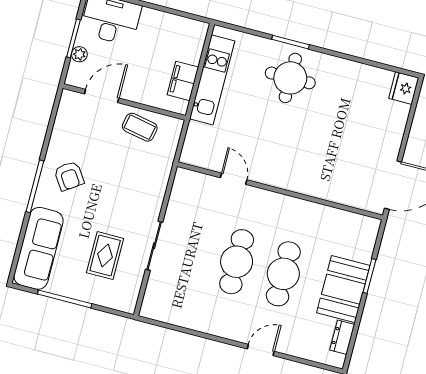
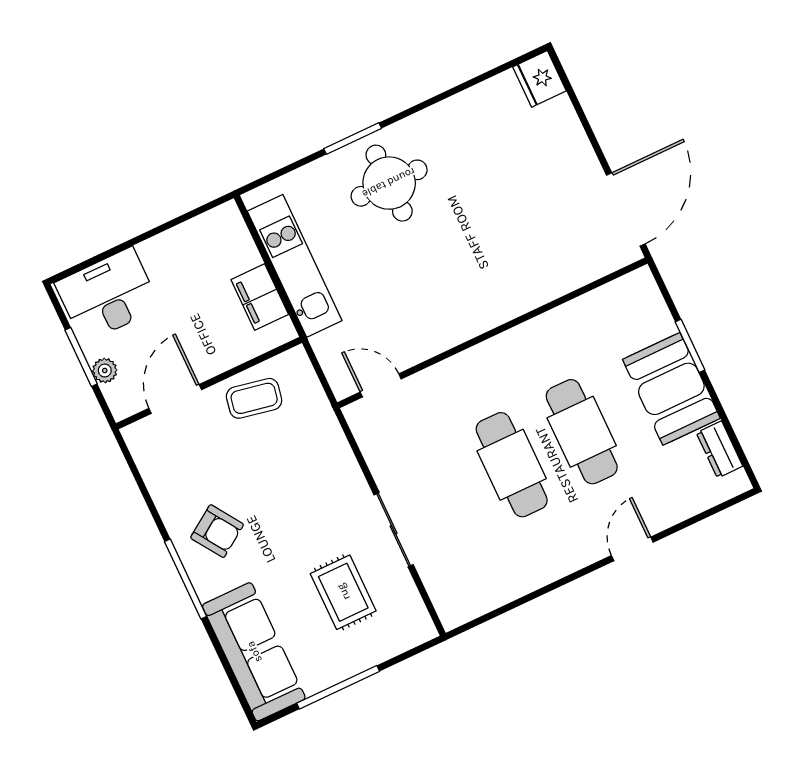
door: (234, 179) -> (381, 385), moved

